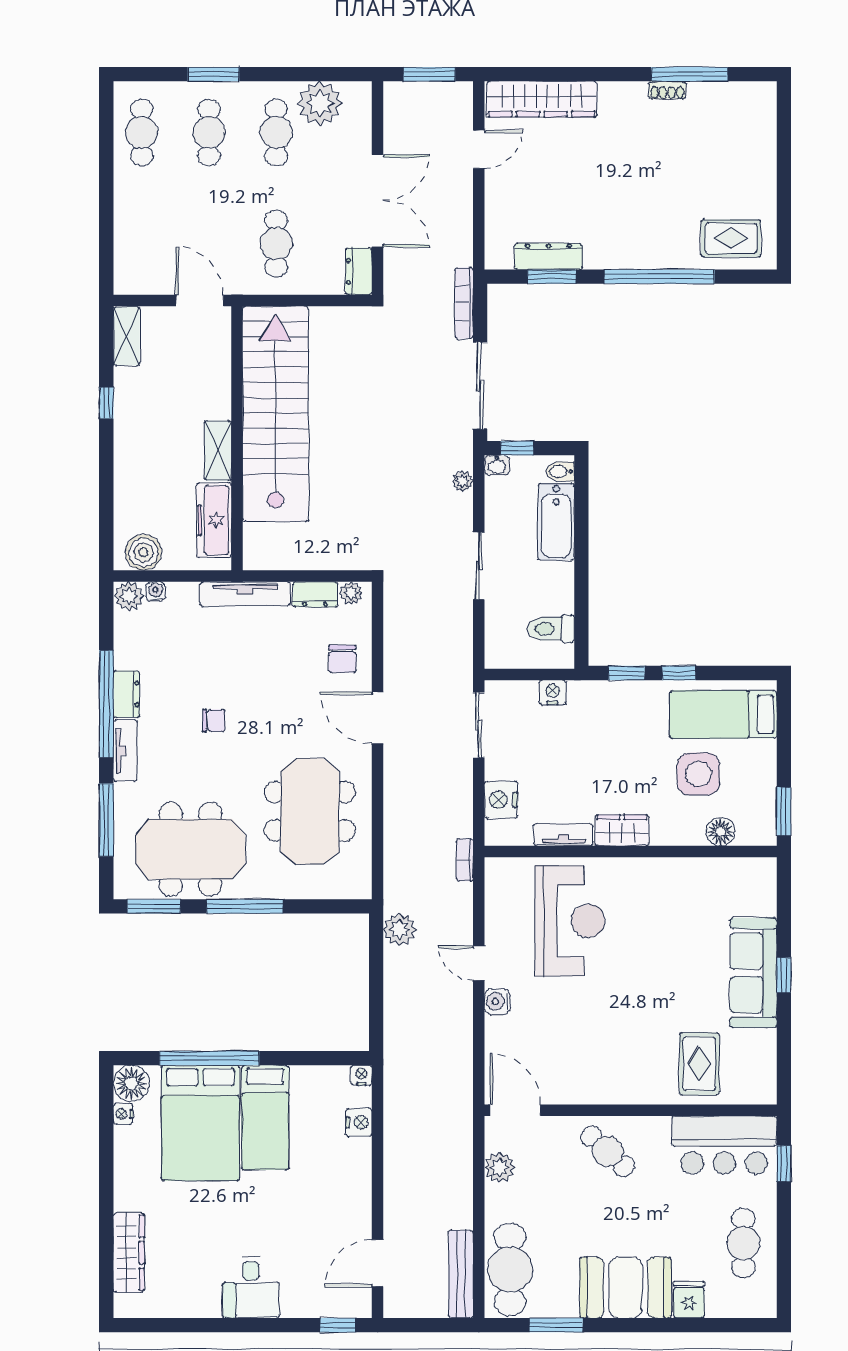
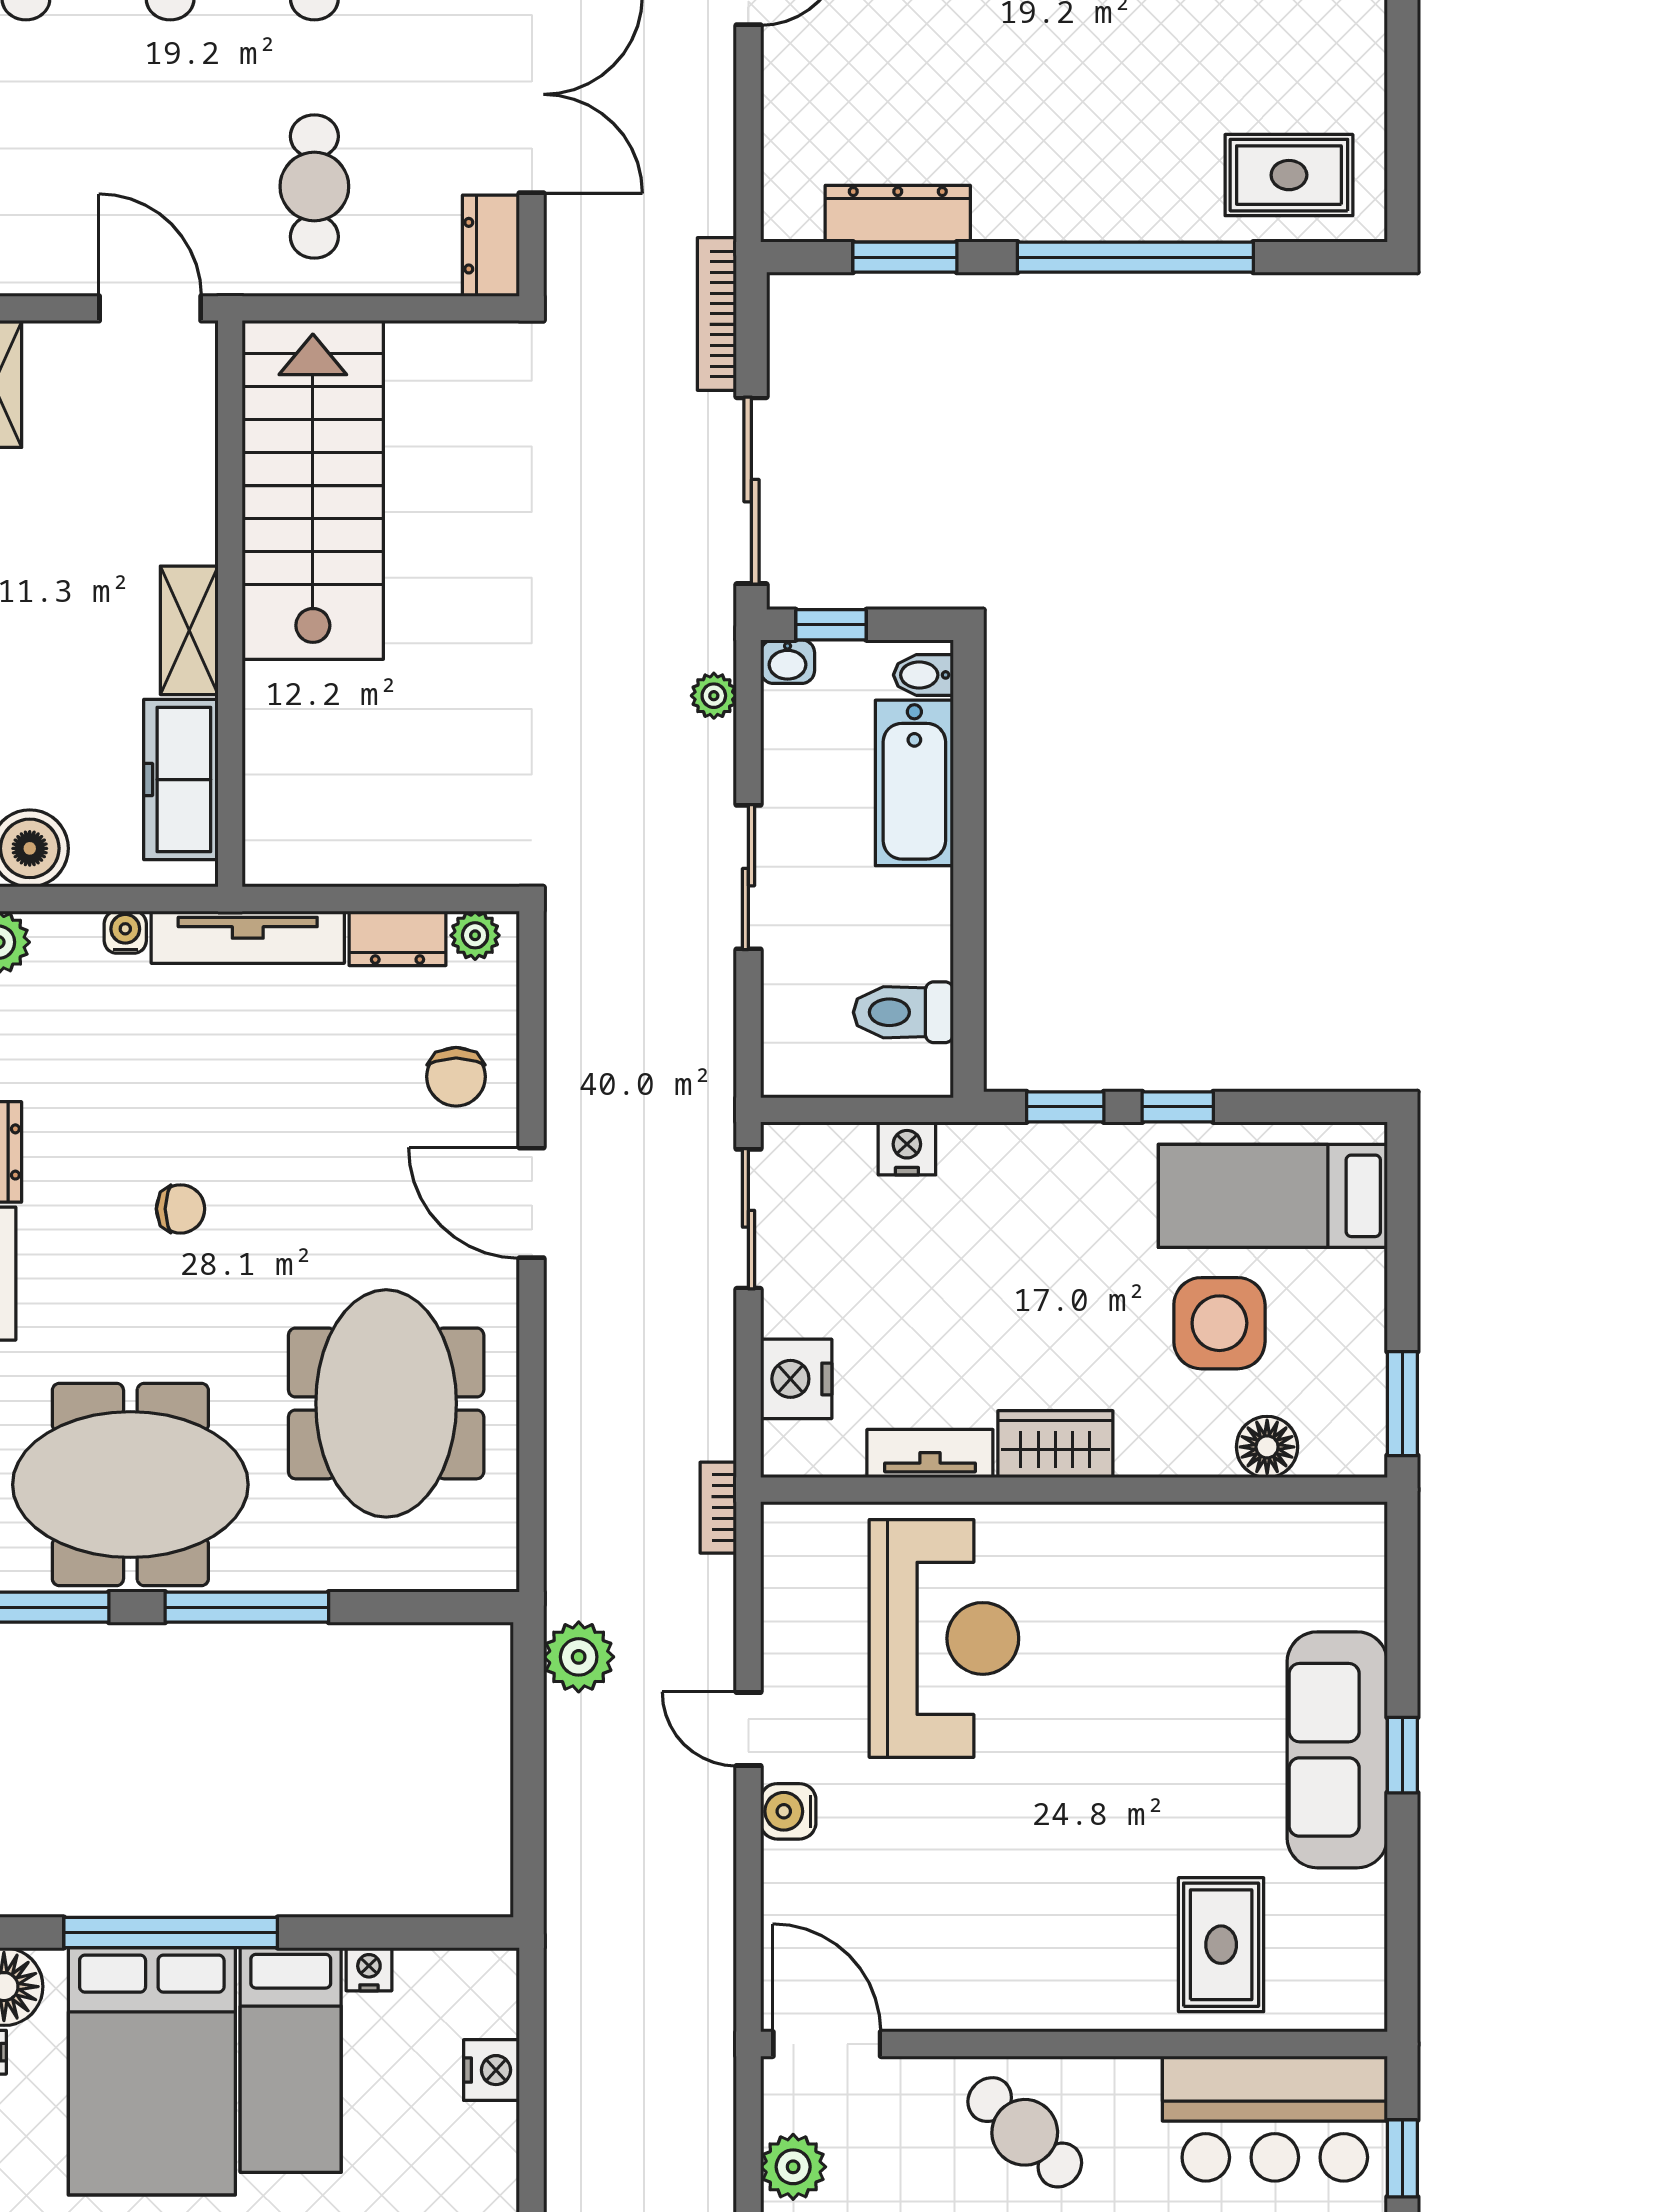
stairs: (276, 414) -> (313, 490), width x0.73
water cooler: (156, 591) -> (125, 932), moved
nightstand: (361, 1075) -> (369, 1969), moved

